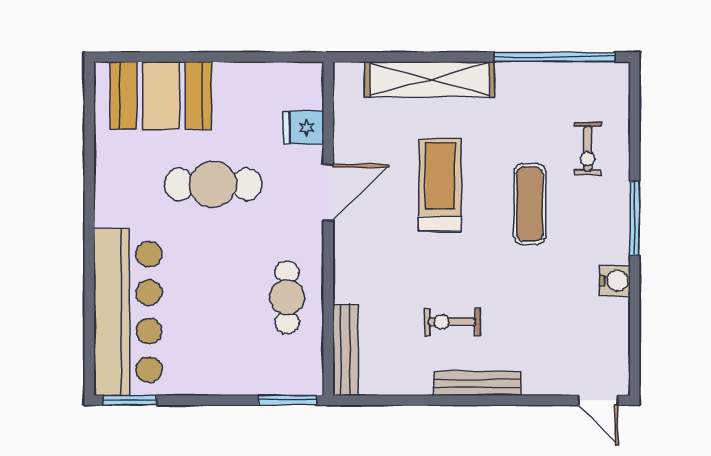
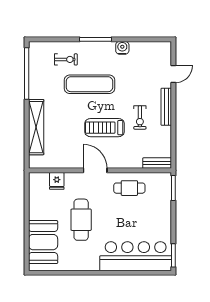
treadmill: (440, 185) -> (105, 128), moved
door: (328, 193) -> (95, 170), moved
exercise mat: (530, 204) -> (89, 84), width x1.36, depth x1.45
bench: (346, 350) -> (157, 163), width x0.73
door: (598, 400) -> (173, 74), moved

